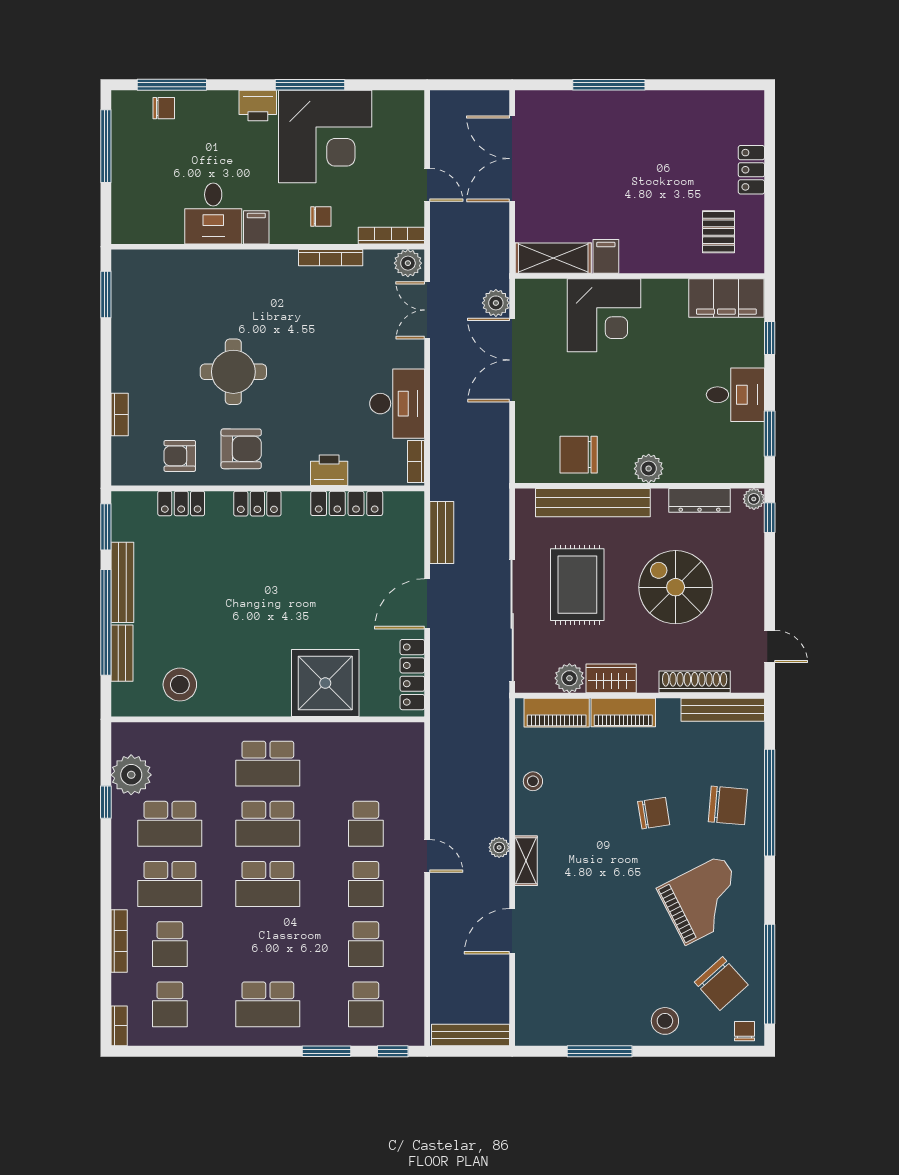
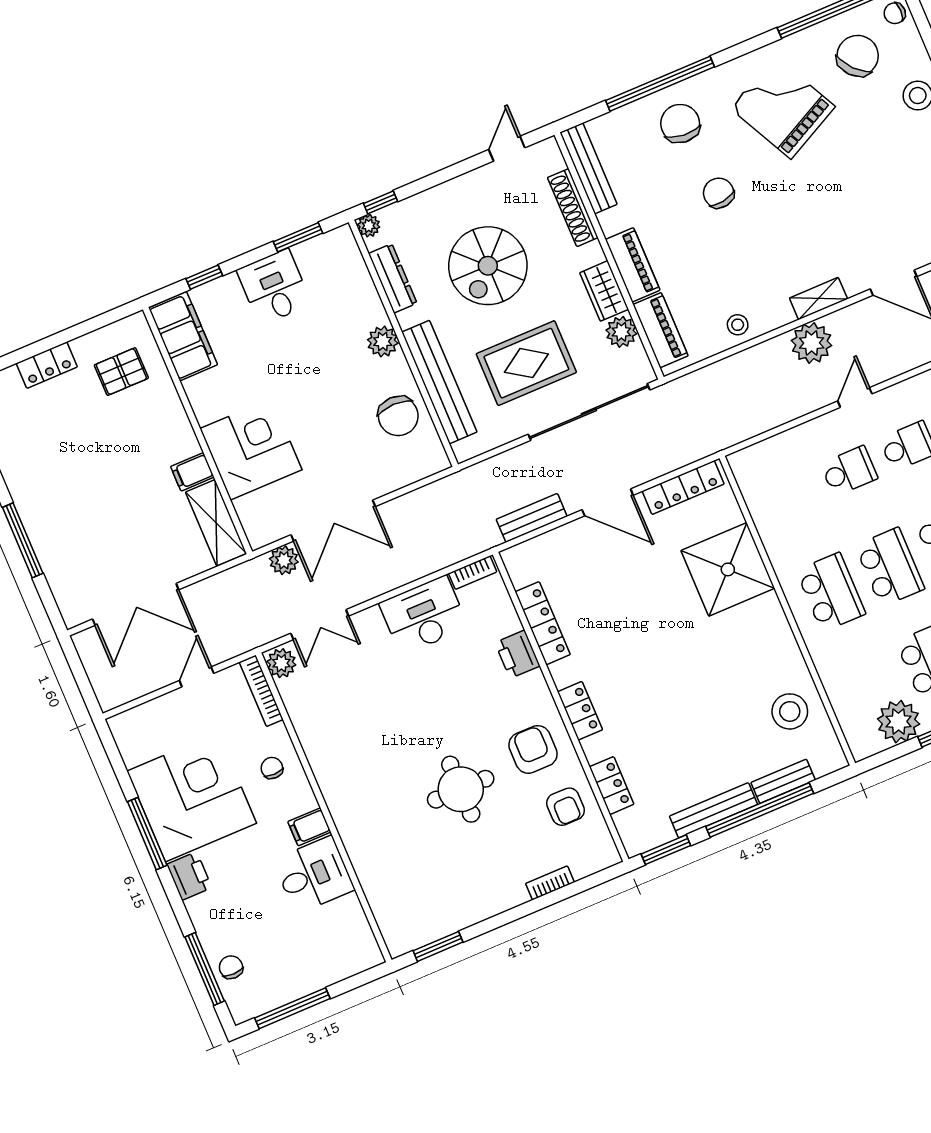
bookcase: (331, 258) -> (308, 741), removed
plant: (499, 847) -> (812, 343), width x1.88, depth x1.88

